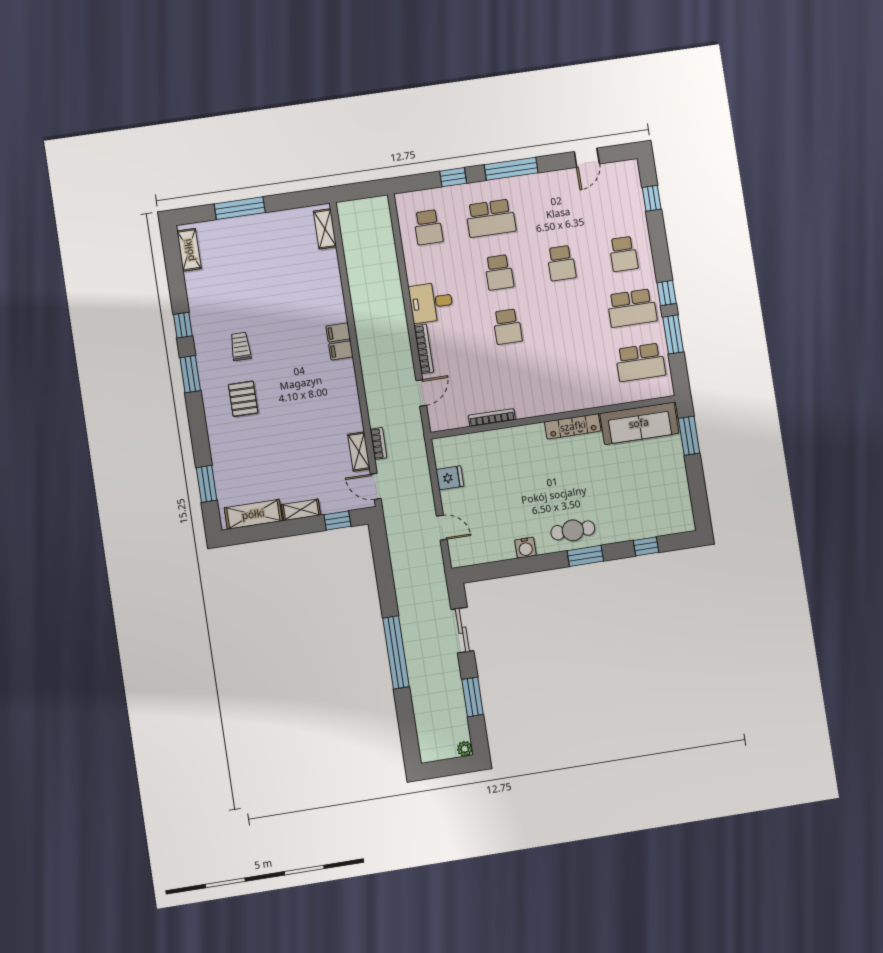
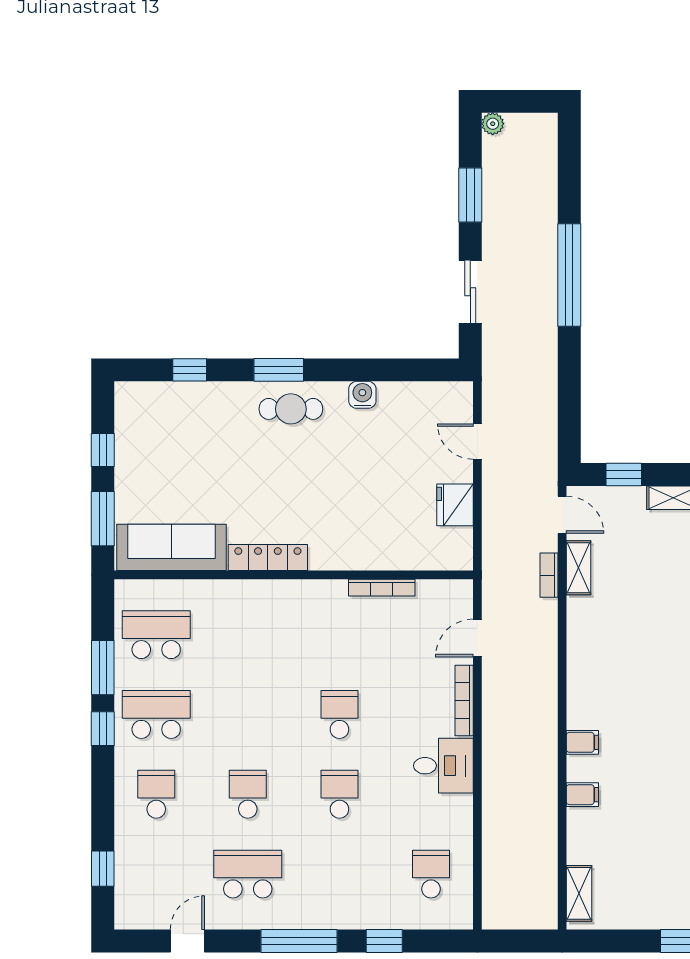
school desk: (491, 218) -> (248, 874), moved
filing cabinet: (341, 350) -> (582, 795), moved
fridge: (450, 478) -> (455, 505), width x1.38
window: (696, 483) -> (103, 450), added

